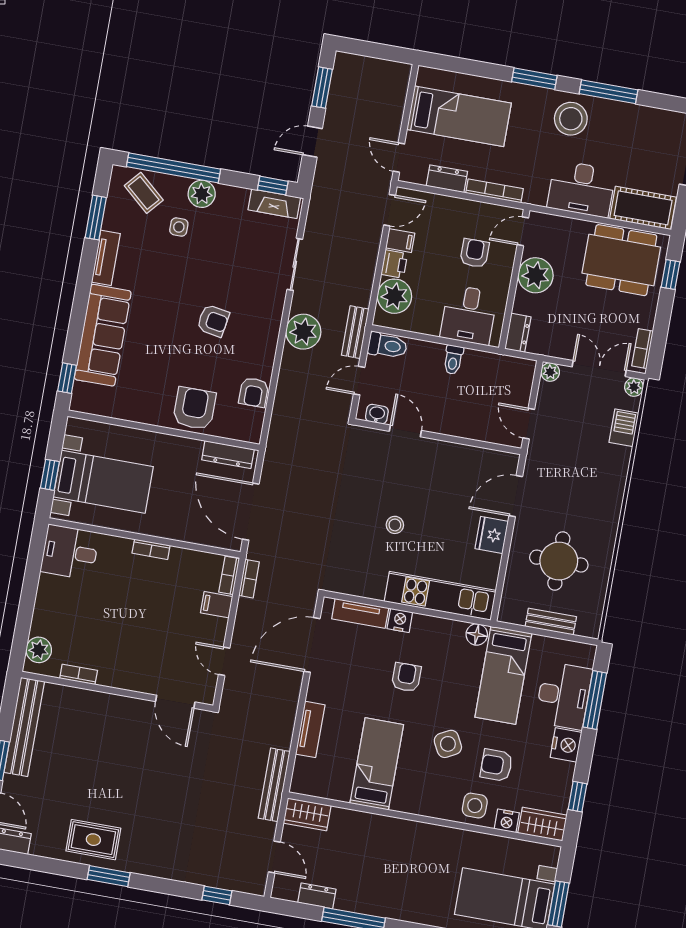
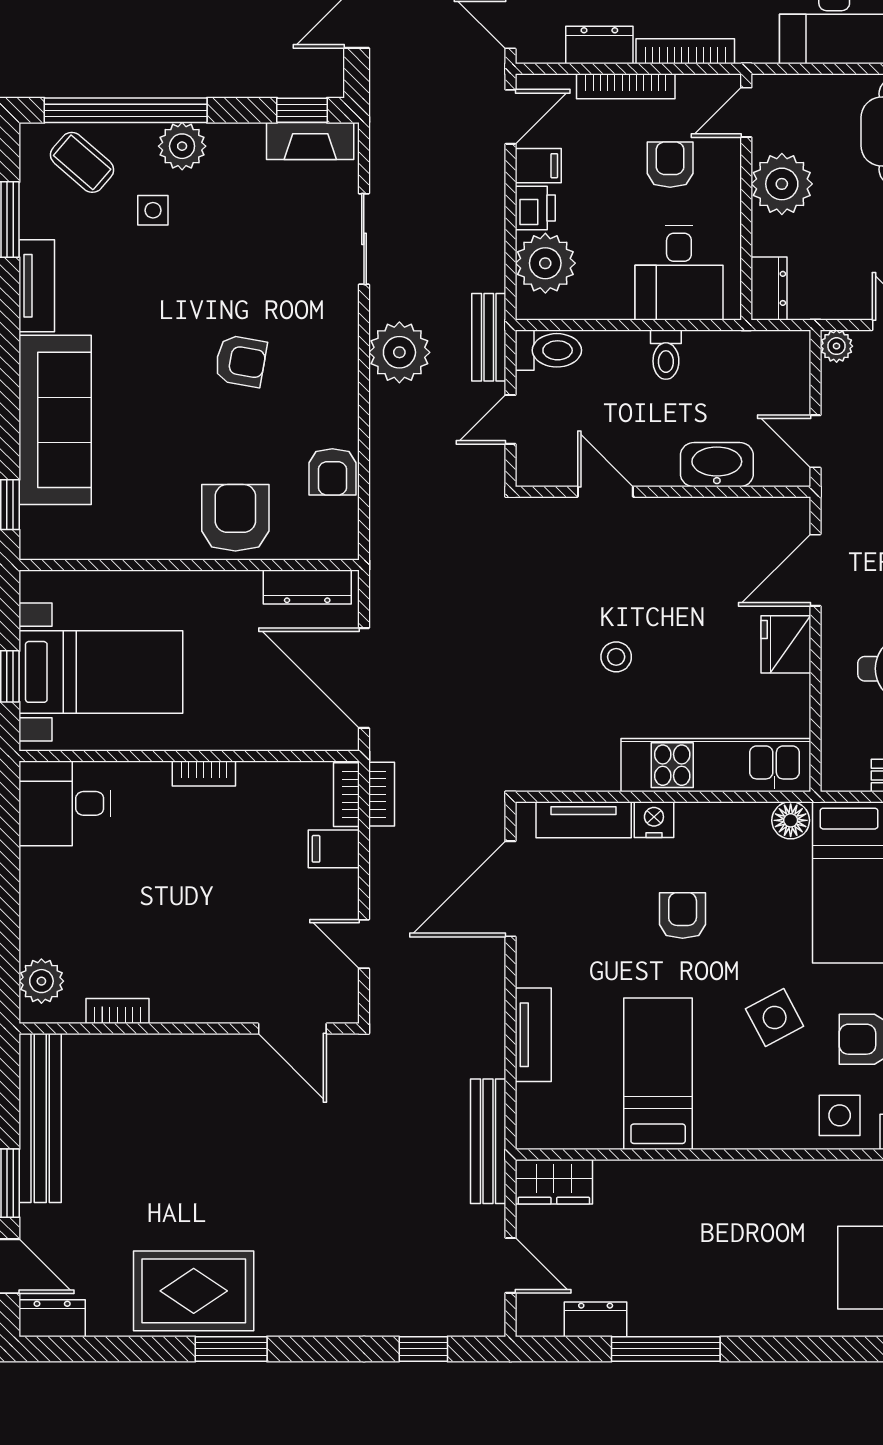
bookcase: (458, 205) -> (626, 86), added
washbasin: (377, 414) -> (717, 465), moved, width x1.91, depth x1.45
rug: (93, 840) -> (194, 1291), width x1.36, depth x1.43

